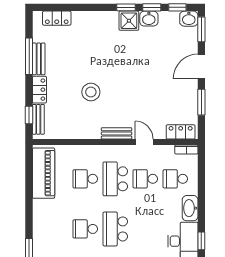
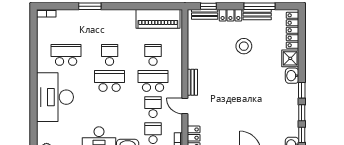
locker: (57, 18) -> (292, 30), width x1.53
washbasin: (149, 19) -> (292, 76), moved
shower: (129, 21) -> (290, 58), moved
stool: (91, 92) -> (244, 46), moved
door: (144, 142) -> (185, 106), swing flipped

